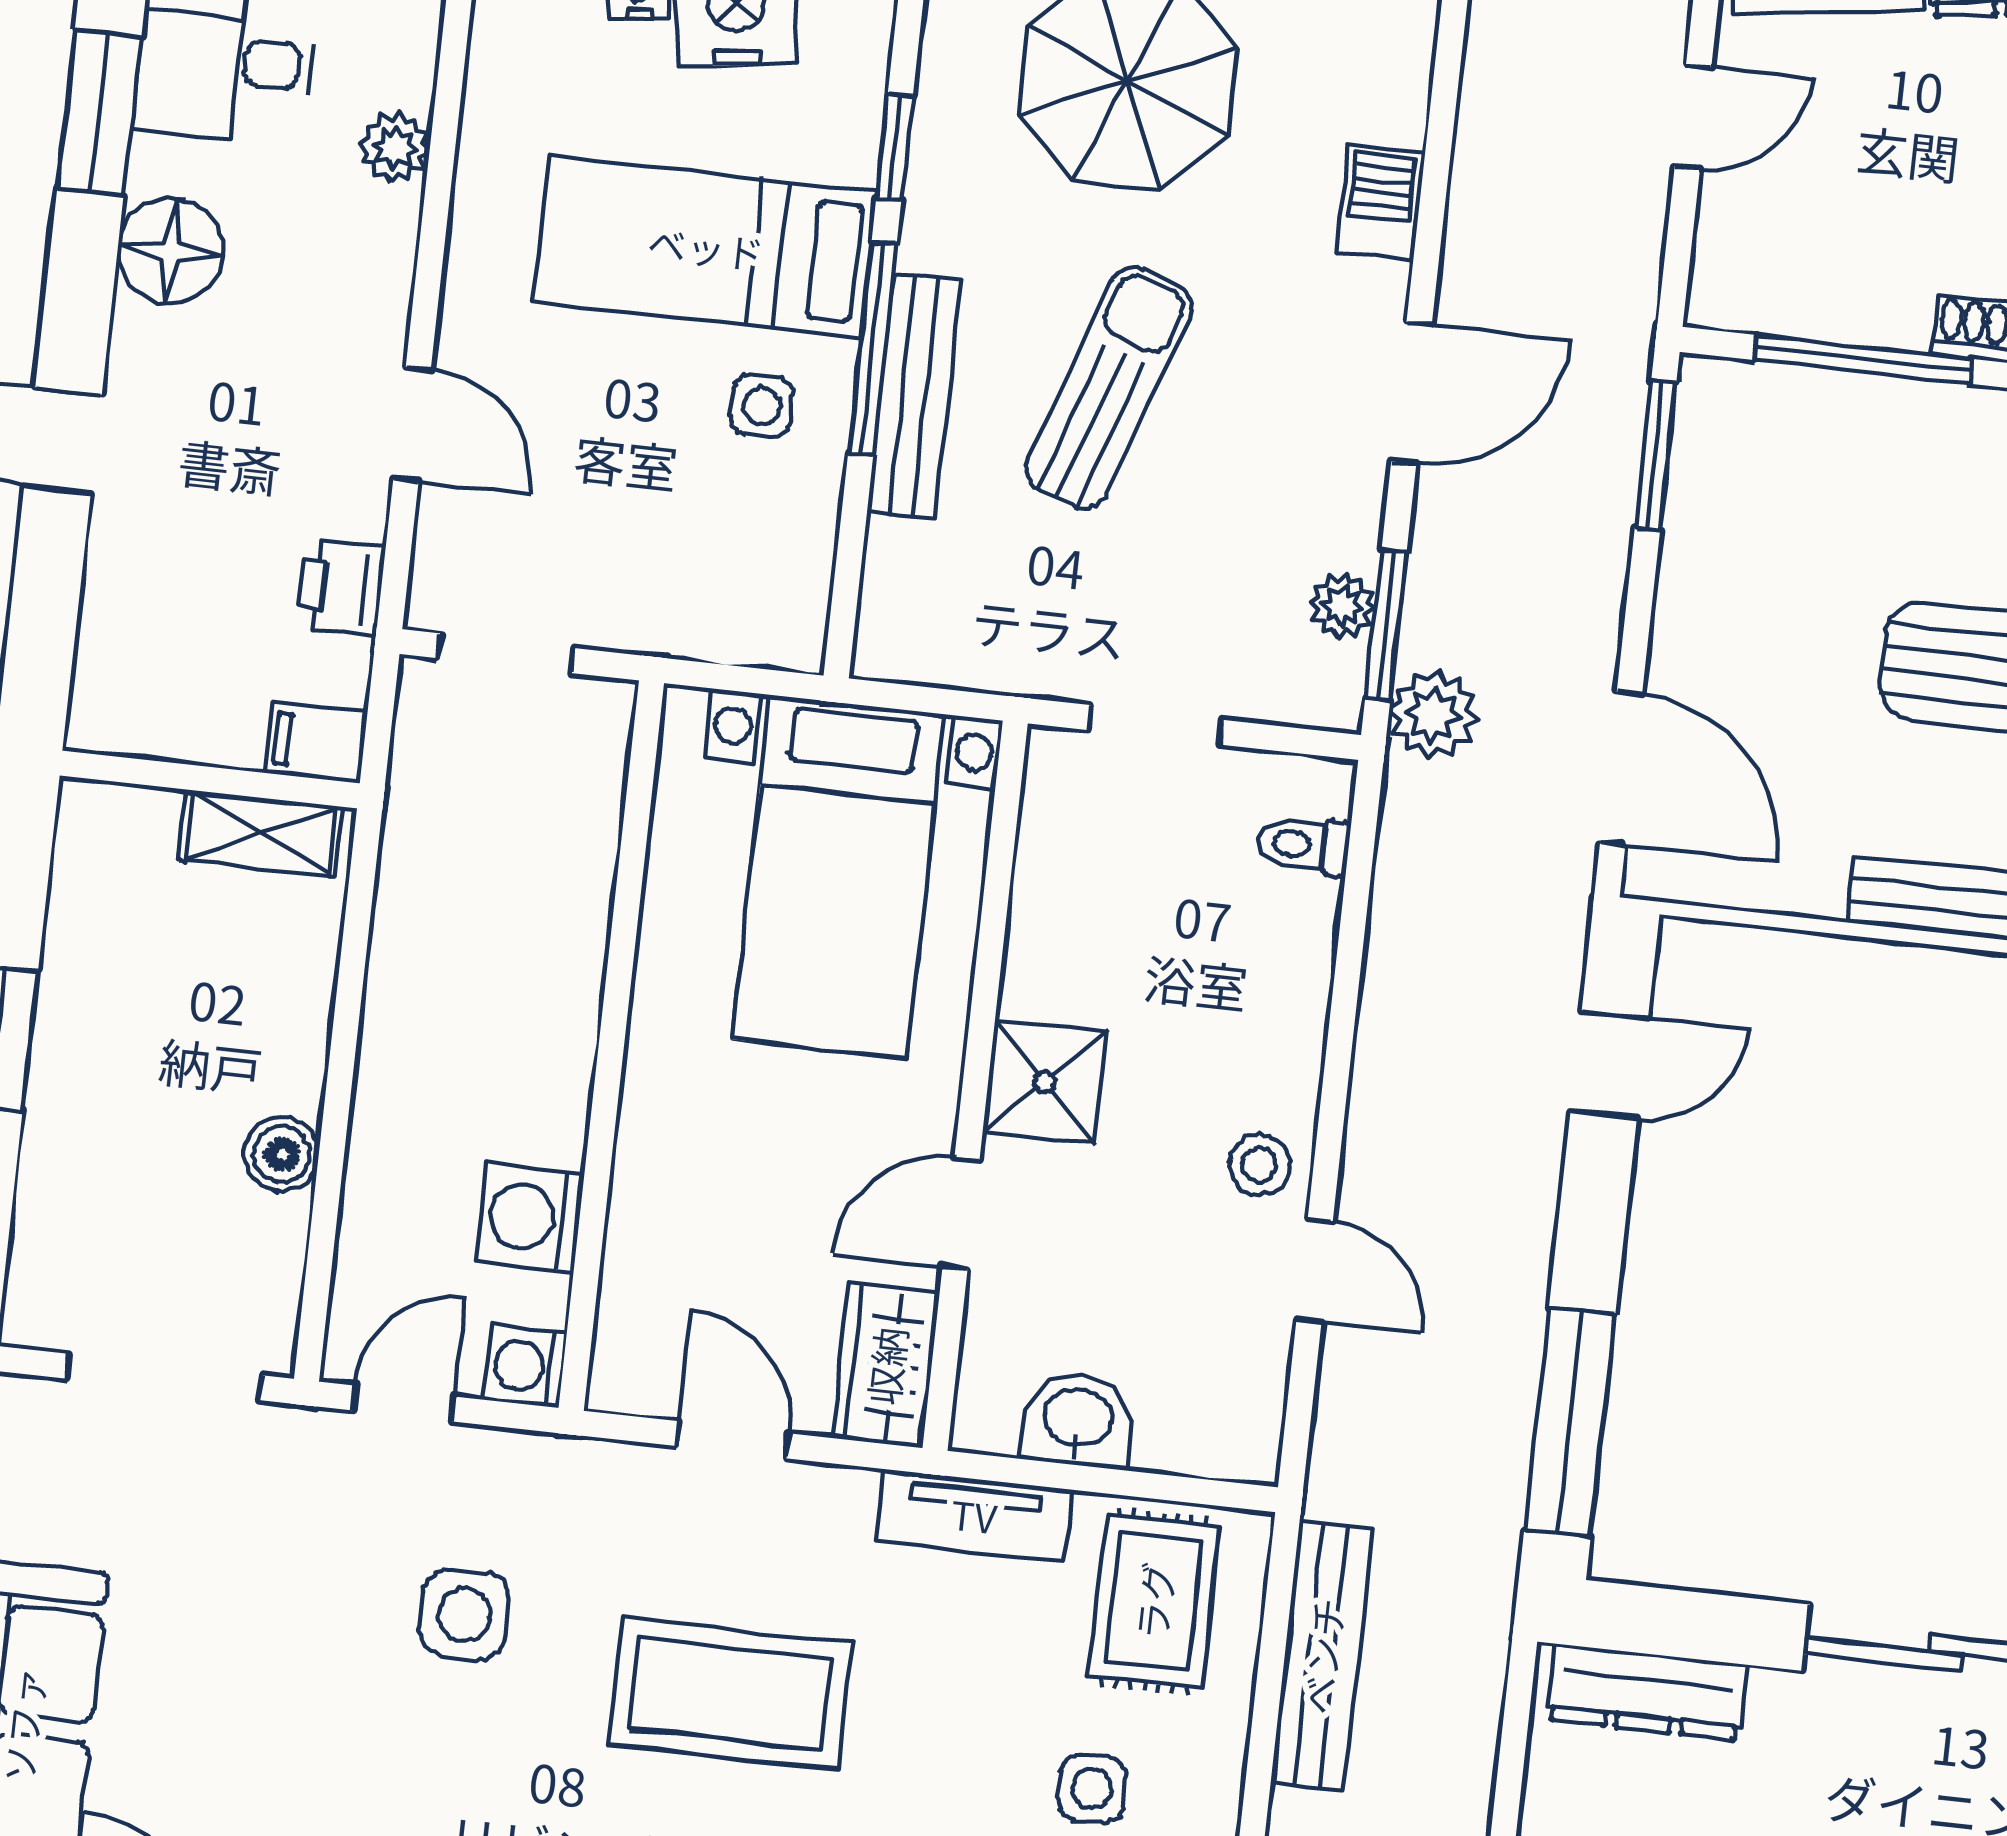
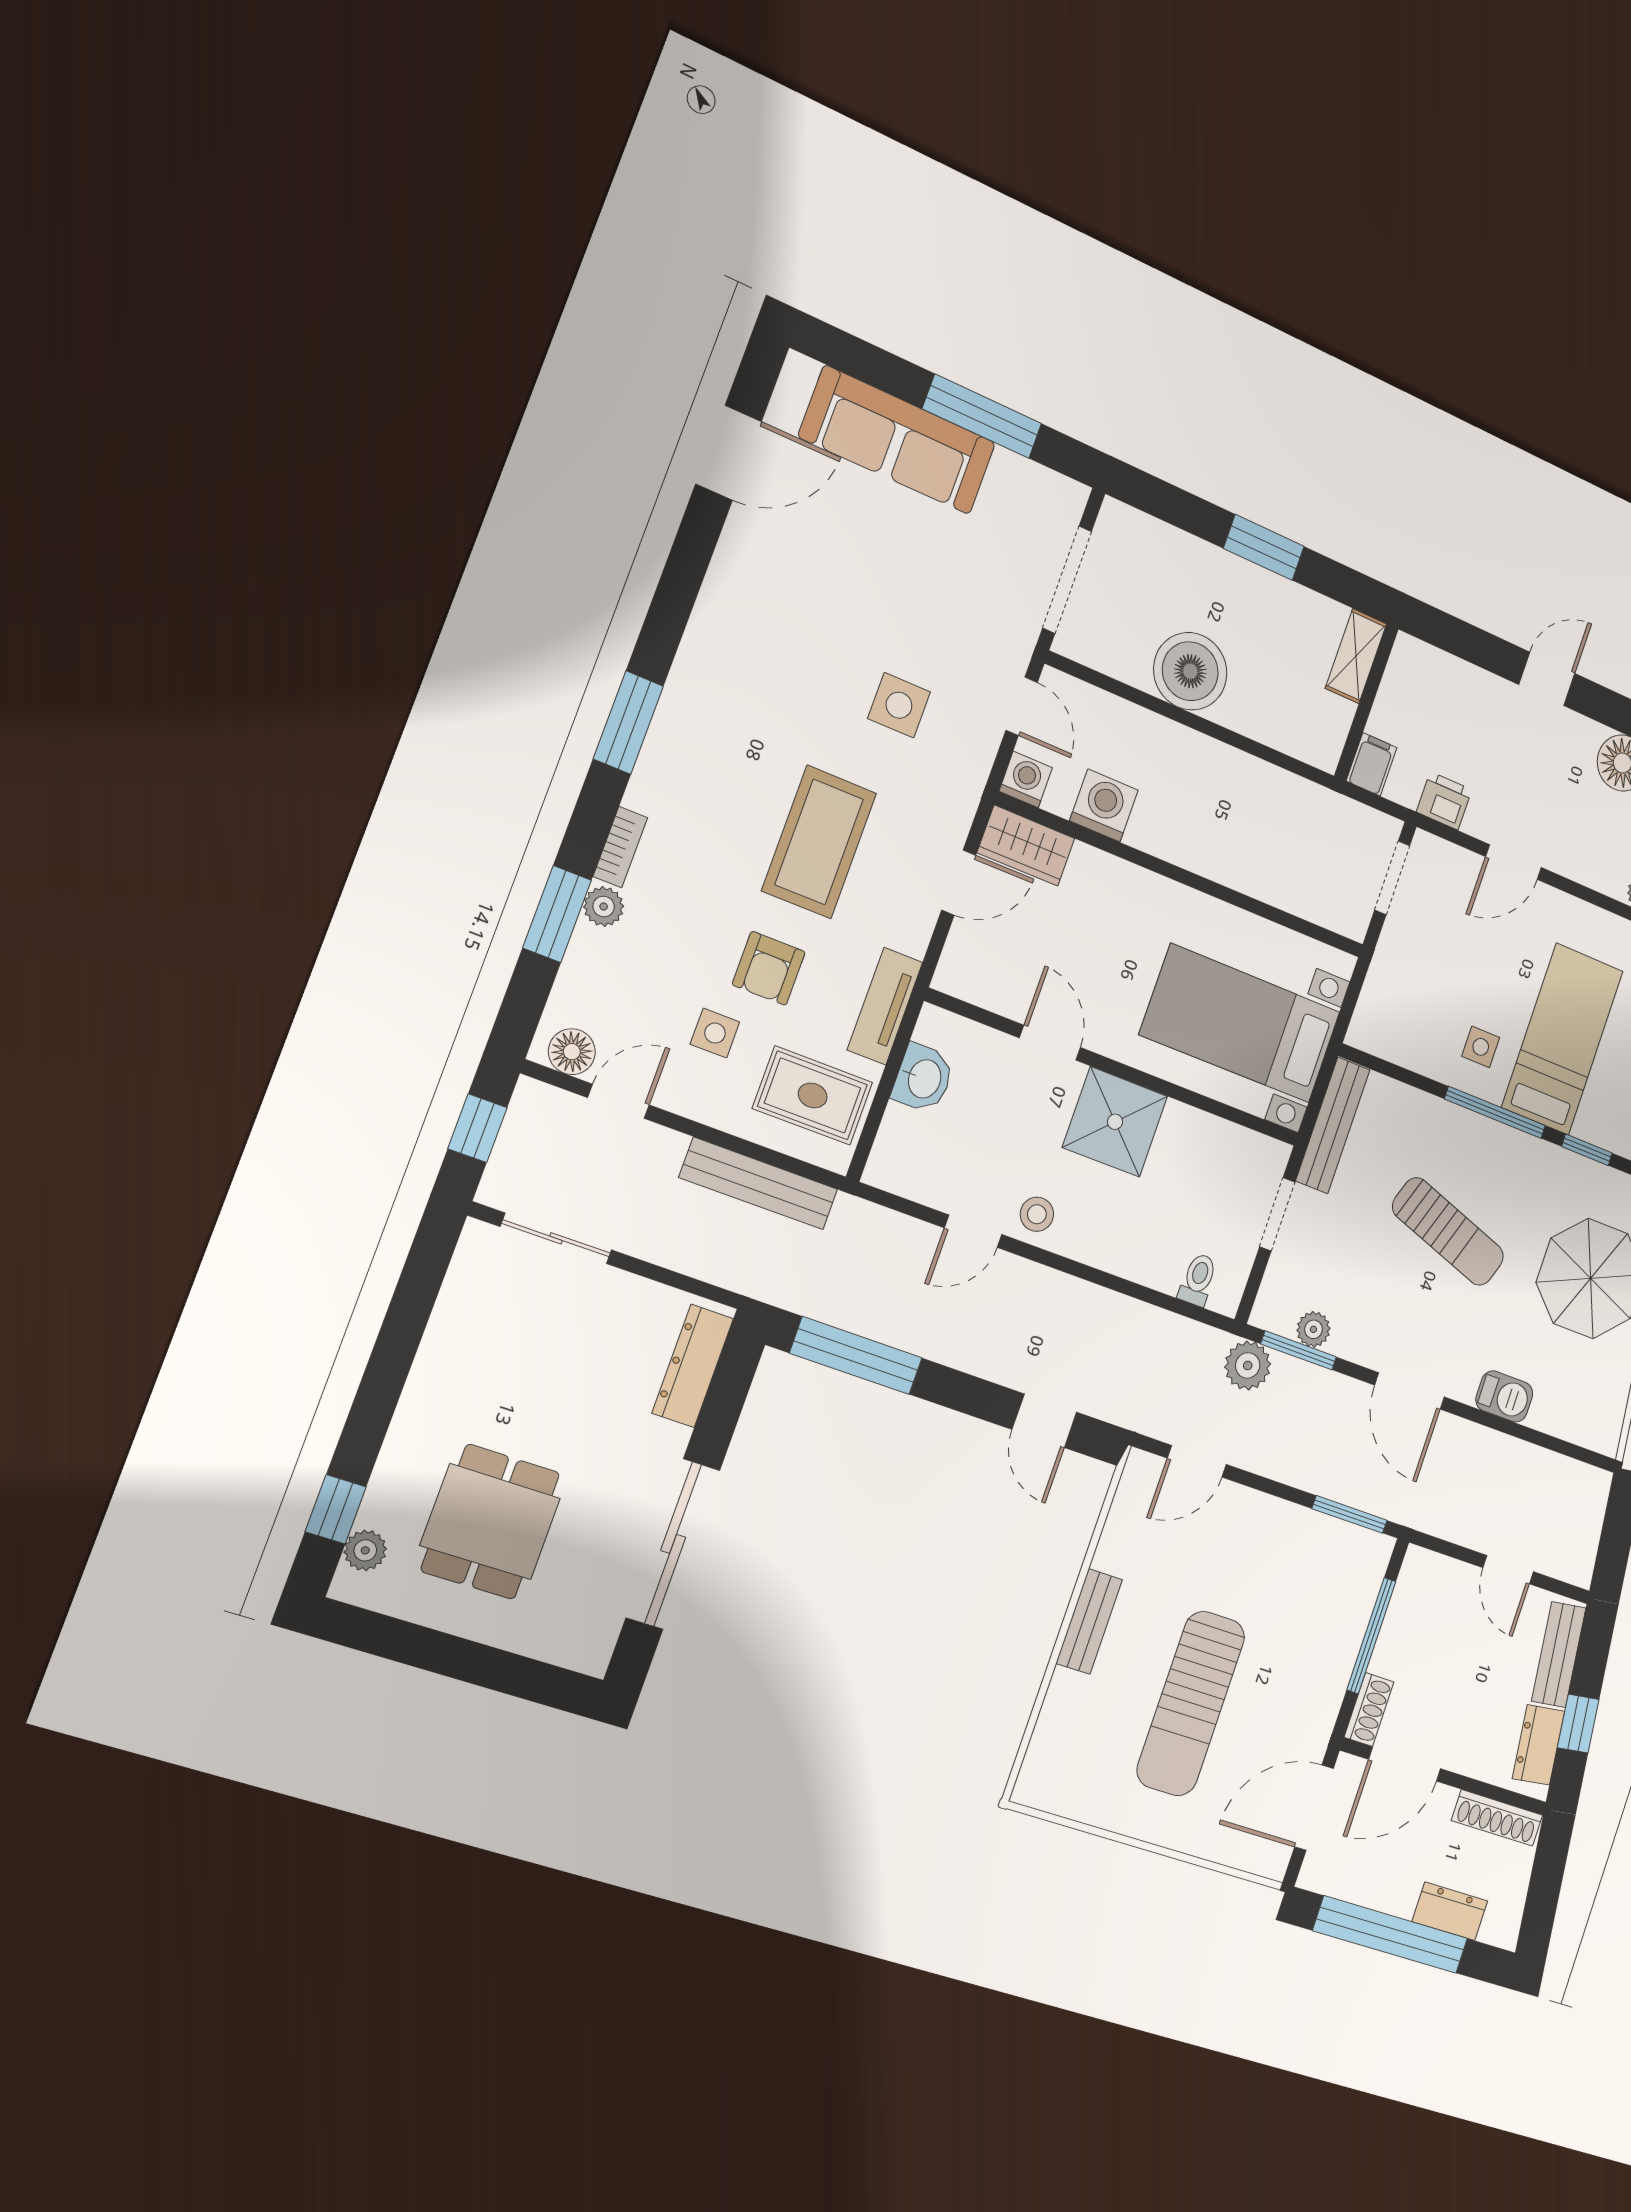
bench: (914, 396) -> (1333, 1125), moved, turned 90
door: (1621, 769) -> (1197, 1461), width x0.73
shelving: (261, 833) -> (1356, 656), moved
shower: (1045, 1082) -> (1115, 1122), width x1.36, depth x1.36
boiler: (282, 1154) -> (1190, 671), width x1.86, depth x1.86
wardrobe: (886, 1366) -> (1026, 846), moved, turned 180
armchair: (962, 1726) -> (769, 968), added

